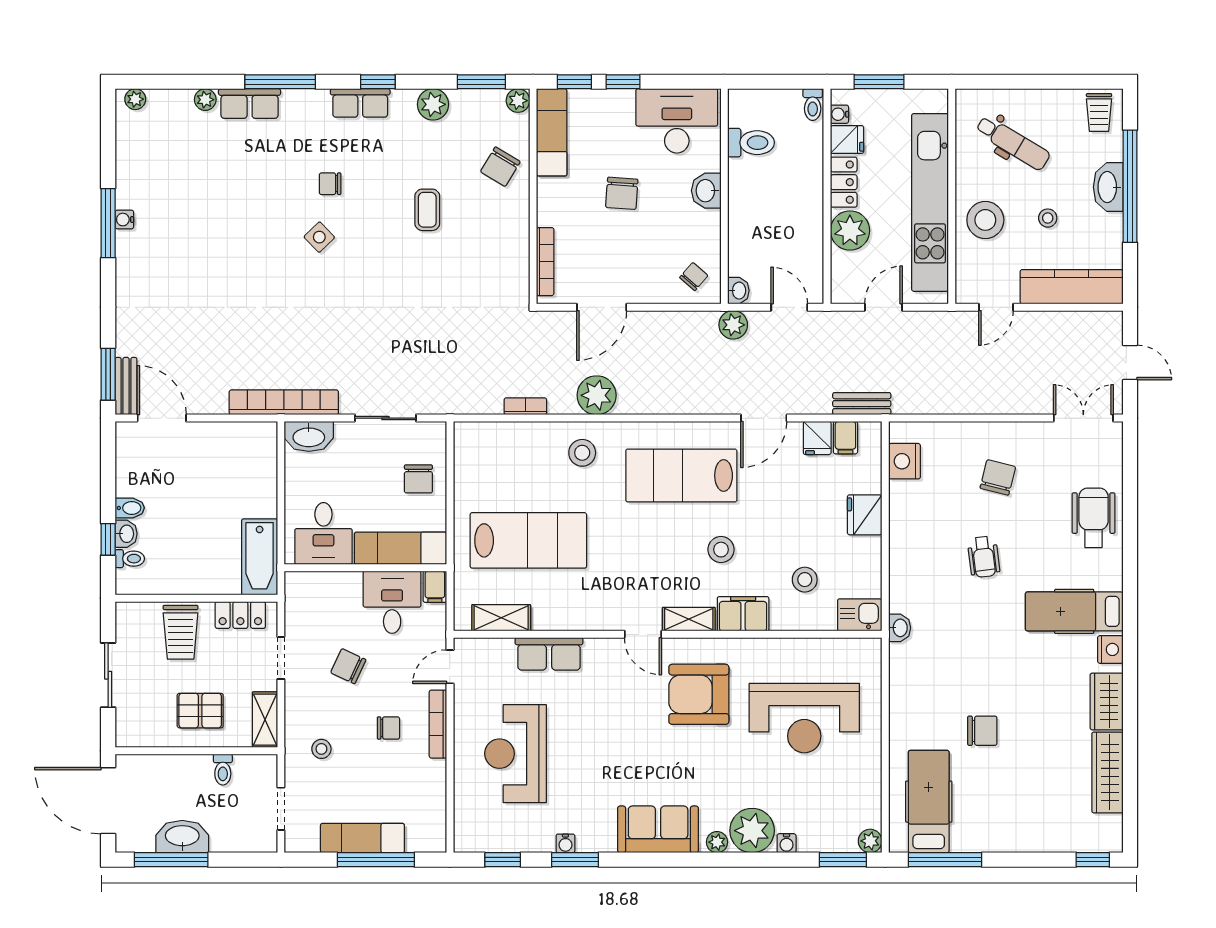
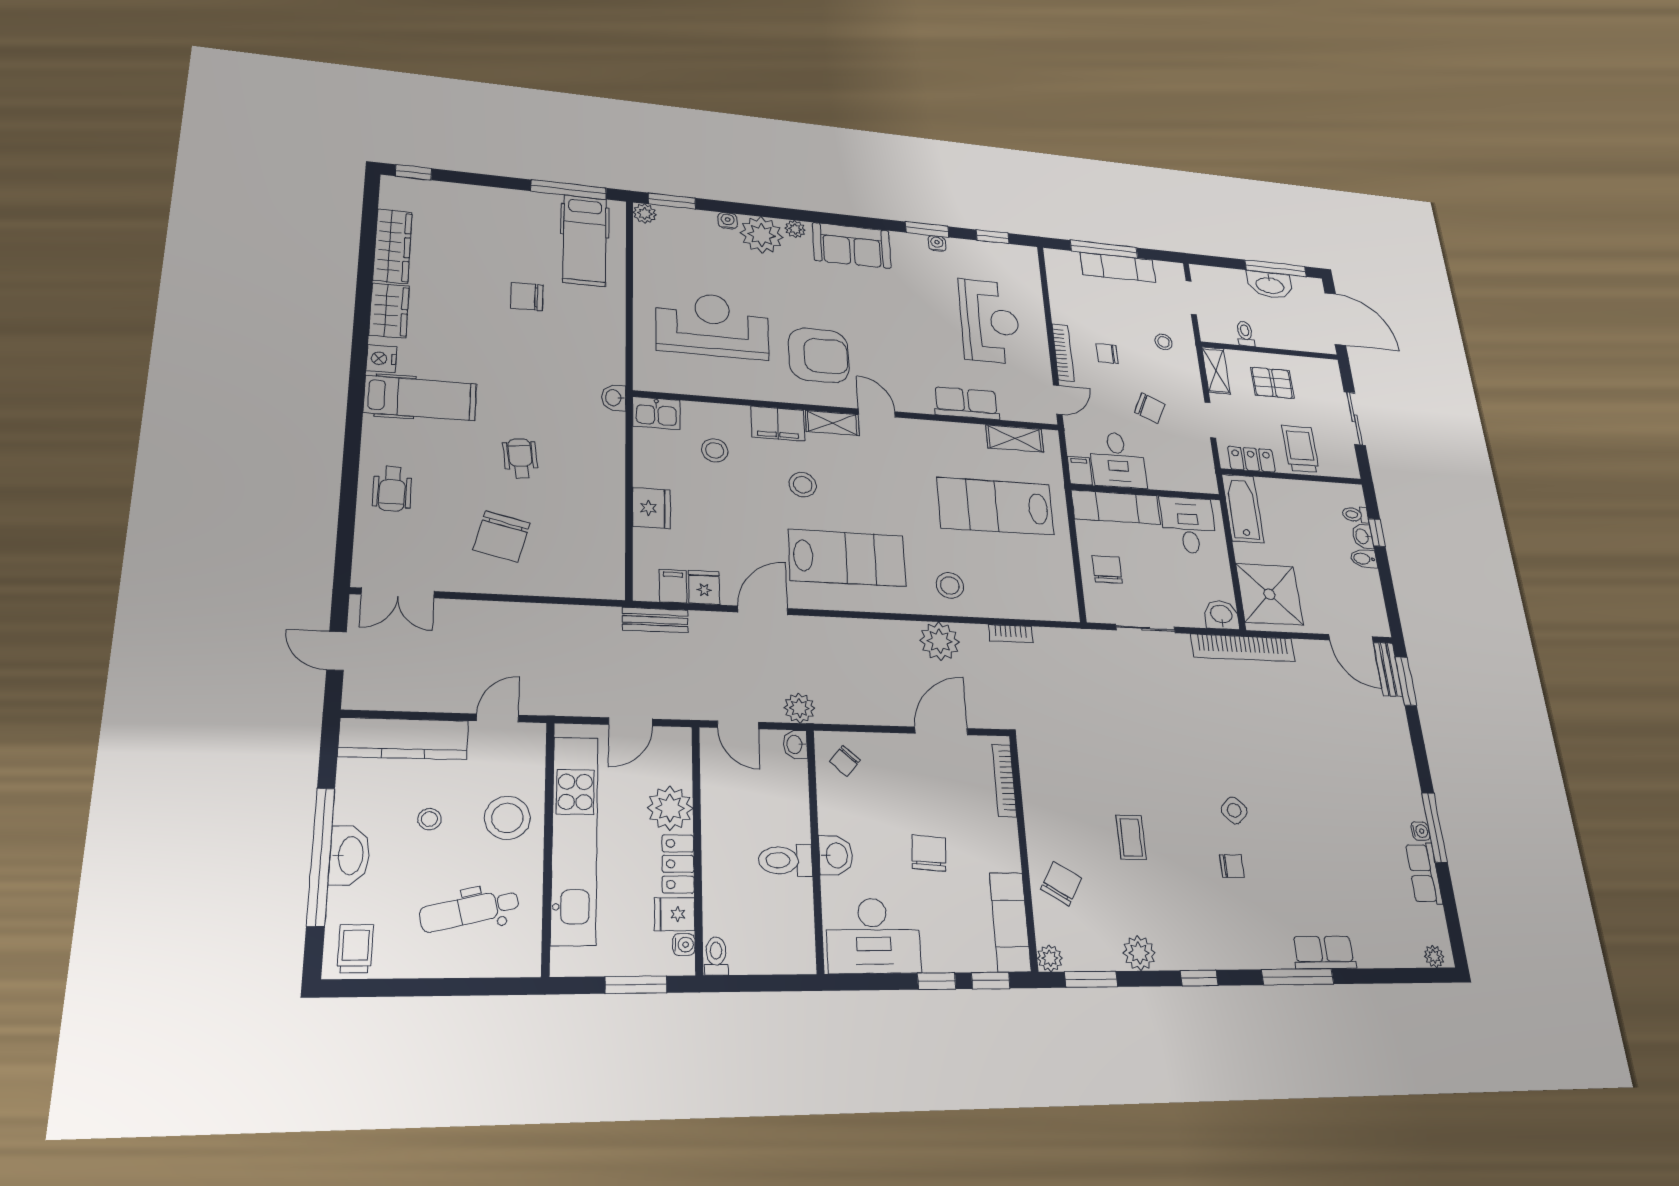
plant: (205, 100) -> (1368, 957), removed
row of seats: (360, 103) -> (1424, 873), moved, turned -90
toilet: (751, 143) -> (785, 860), moved
dental chair: (1013, 143) -> (470, 910), turned -44
washbasin: (309, 436) -> (1221, 615), width x0.72
nightstand: (904, 461) -> (607, 559), removed
shower: (245, 462) -> (1269, 594), added
chair: (998, 477) -> (502, 536), width x1.37, depth x1.37
wheelchair: (1094, 518) -> (392, 489), width x0.73, depth x0.73

